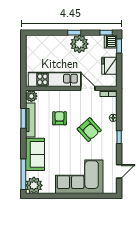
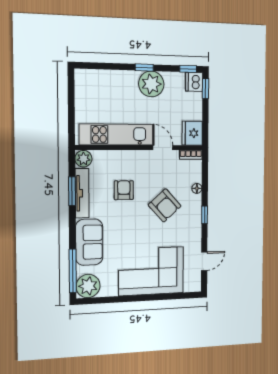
fridge: (109, 66) -> (192, 133), moved

